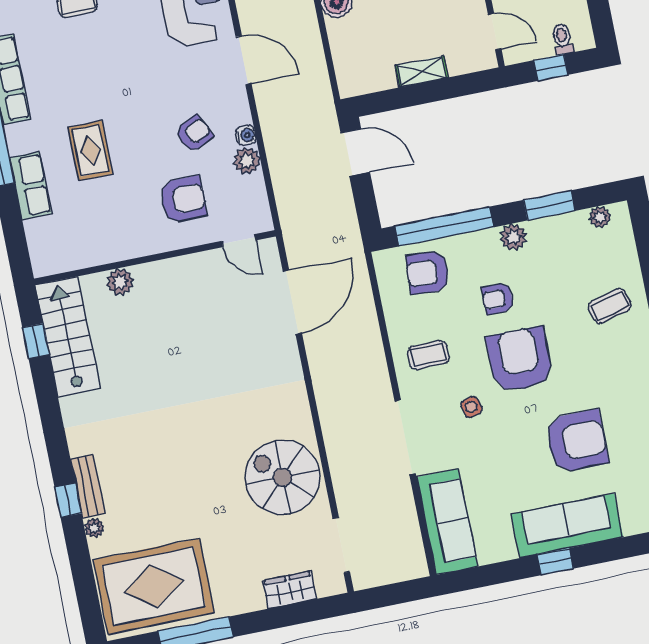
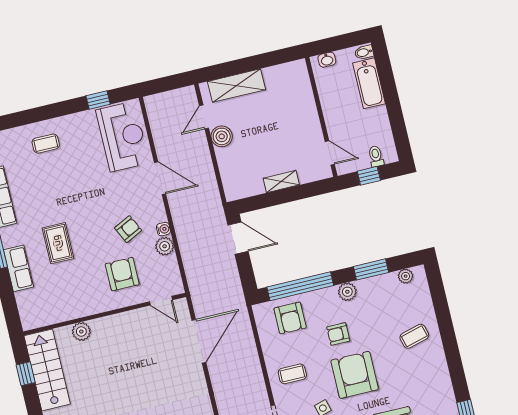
armchair: (183, 200) -> (122, 274), turned -90
armchair: (428, 273) -> (290, 318), turned -94

